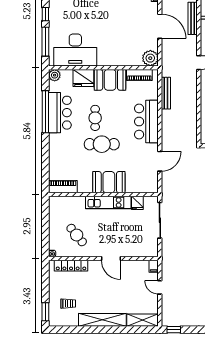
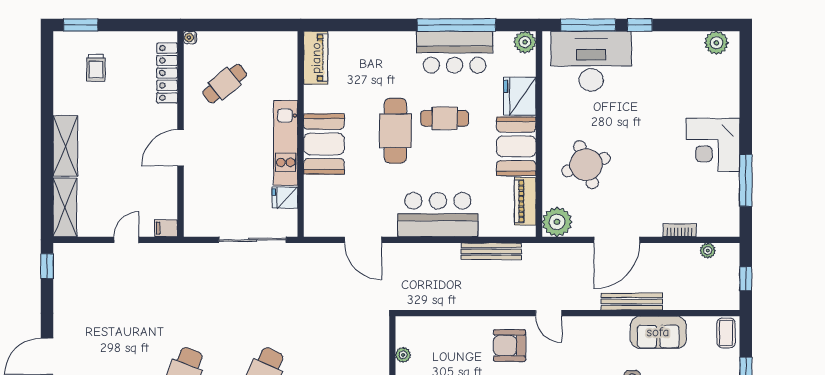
round table: (120, 43) -> (586, 165), added
desk: (75, 50) -> (591, 61), moved, turned 90
shelving: (102, 320) -> (65, 146), width x0.68

